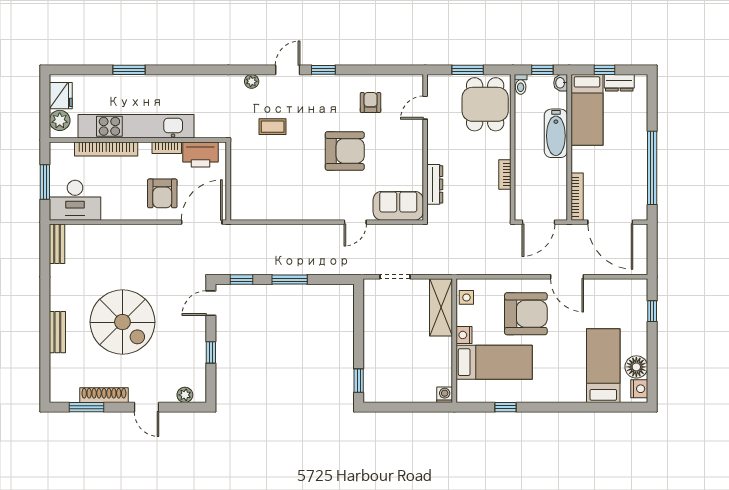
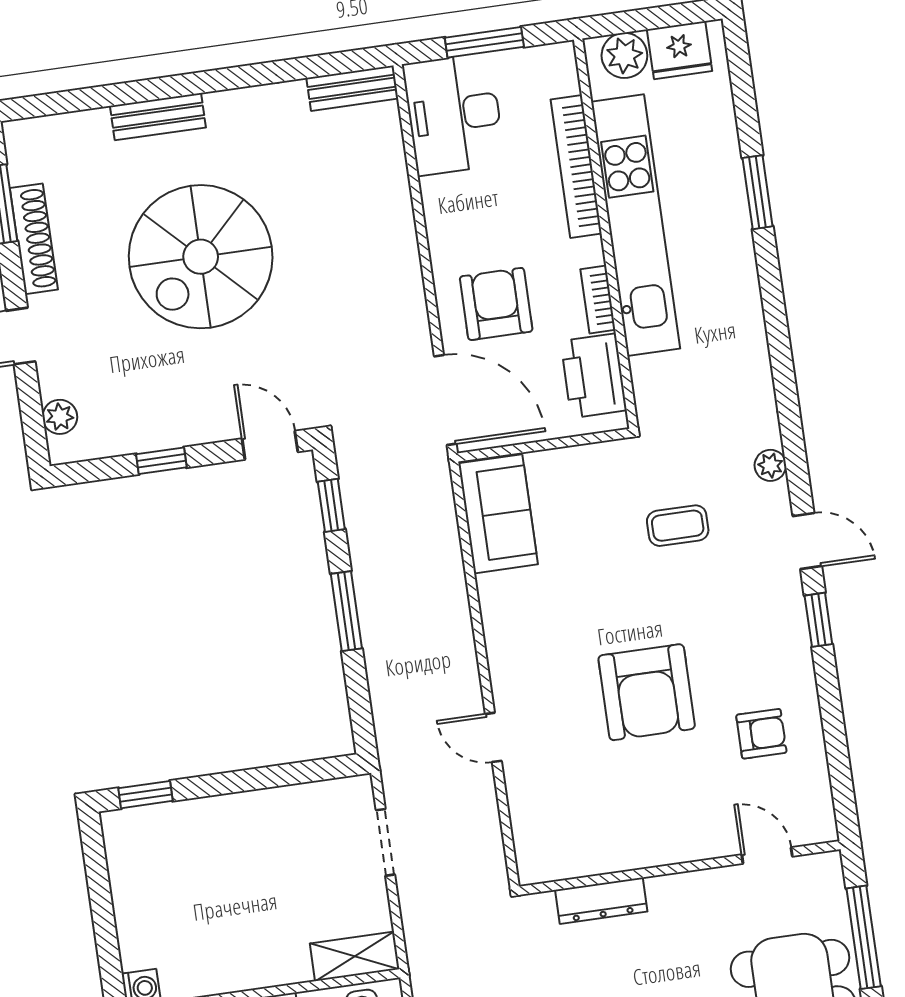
window: (468, 70) -> (864, 937), width x1.44
coffee table: (273, 127) -> (678, 526), turned 90
armchair: (162, 193) -> (496, 304), turned 90
sofa: (398, 206) -> (498, 514), moved
shelving: (441, 307) -> (355, 956), width x0.67, depth x0.75

